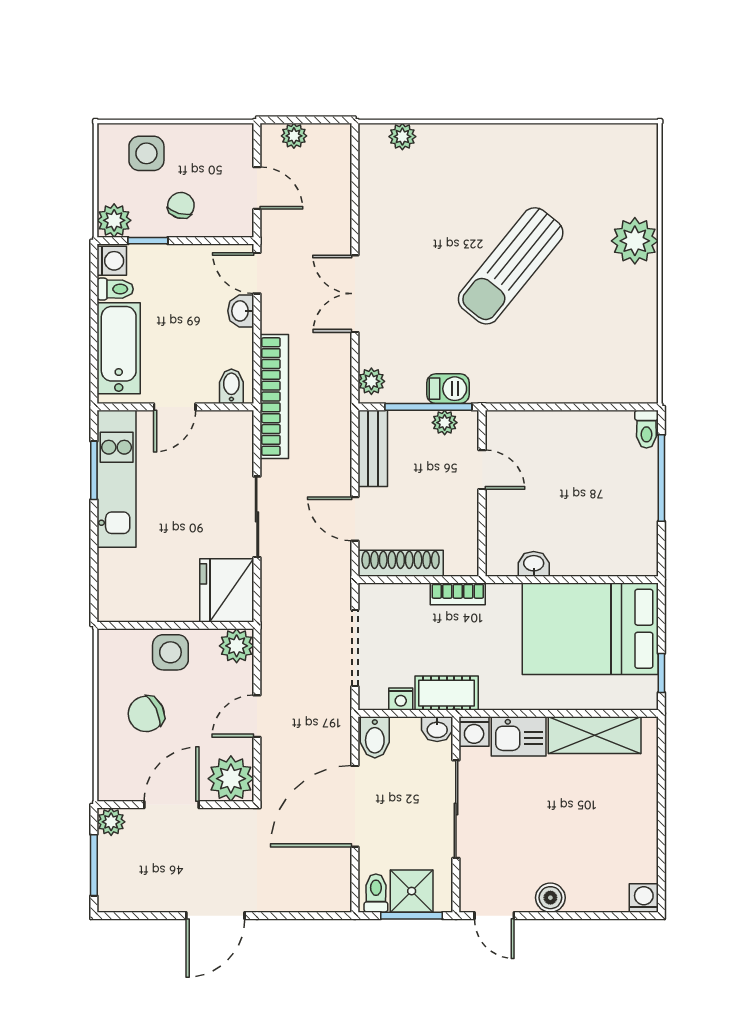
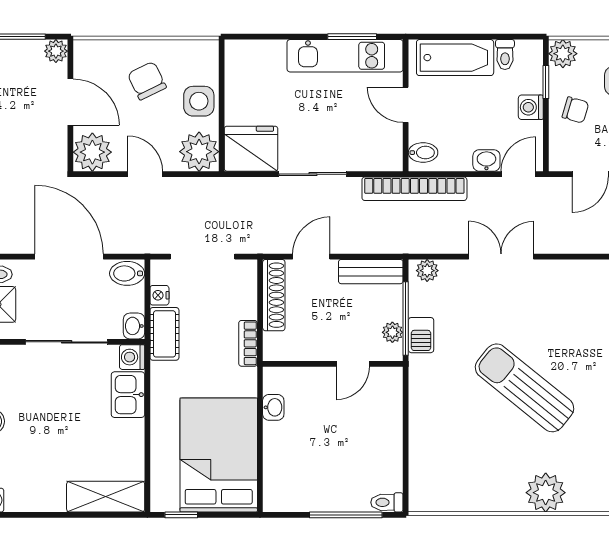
washing machine: (112, 261) -> (531, 107), moved, turned 90
plant: (237, 646) -> (199, 152), width x1.36, depth x1.36
shelving: (595, 735) -> (106, 497), moved, turned 90

